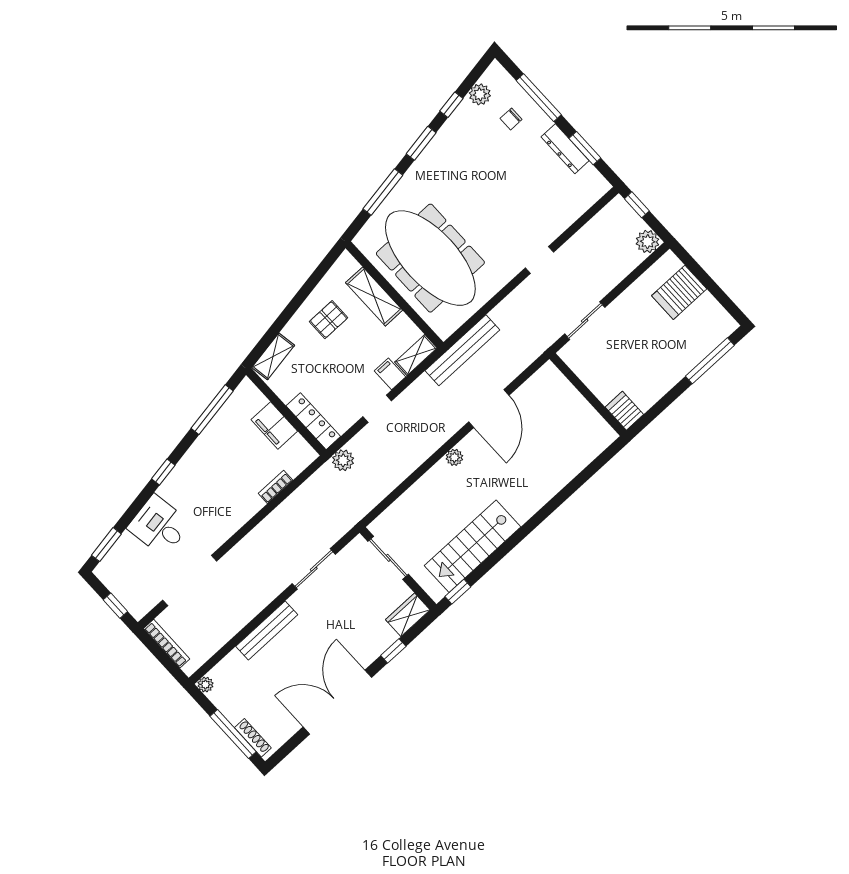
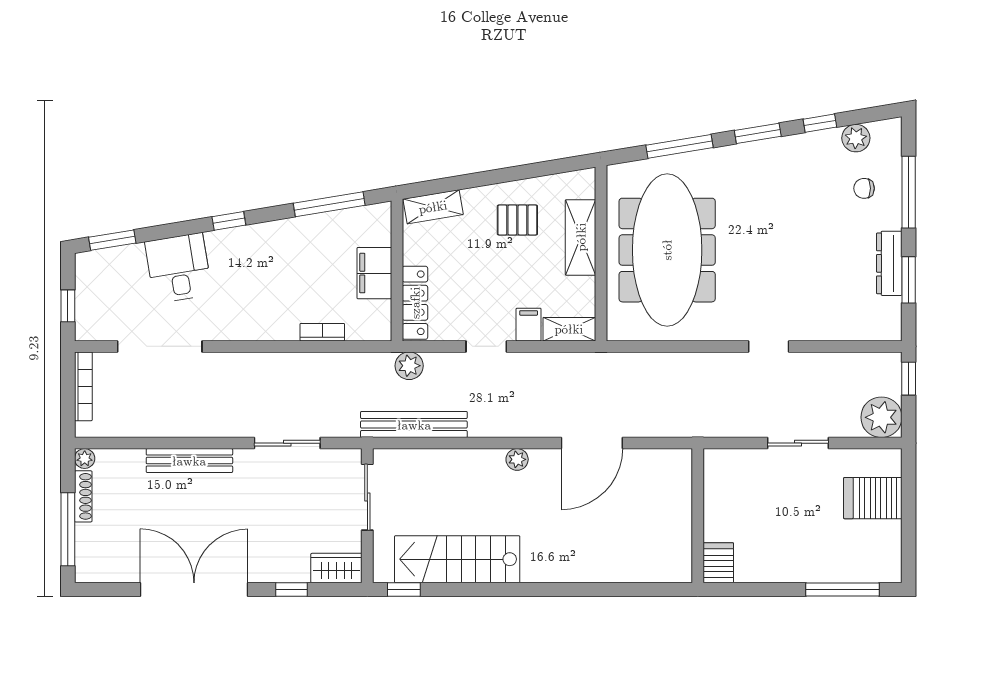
plant: (648, 242) -> (881, 417), width x1.36, depth x1.36
sliding door: (585, 321) -> (798, 443), moved
bench: (462, 350) -> (414, 425), moved
shoe rack: (253, 738) -> (83, 496), moved

